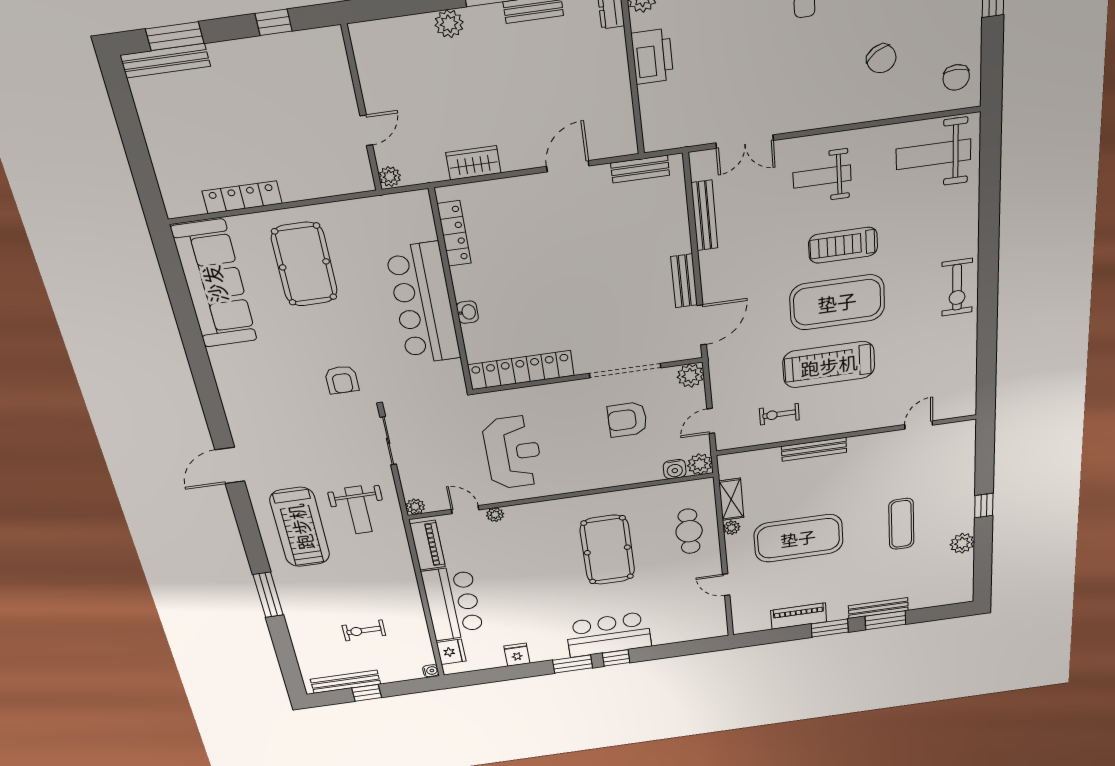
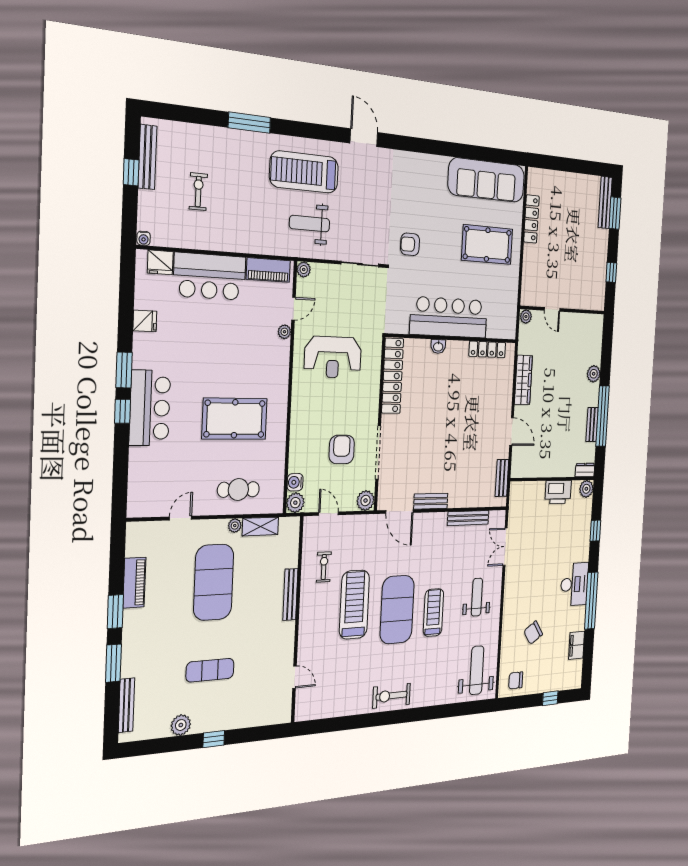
wardrobe: (473, 163) -> (523, 380), width x1.50
bench: (878, 608) -> (126, 705), moved

